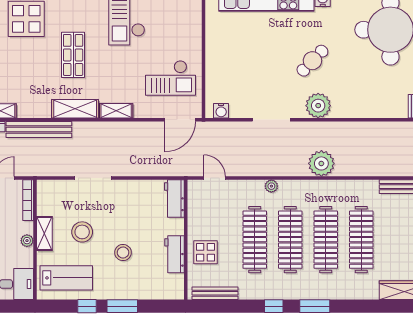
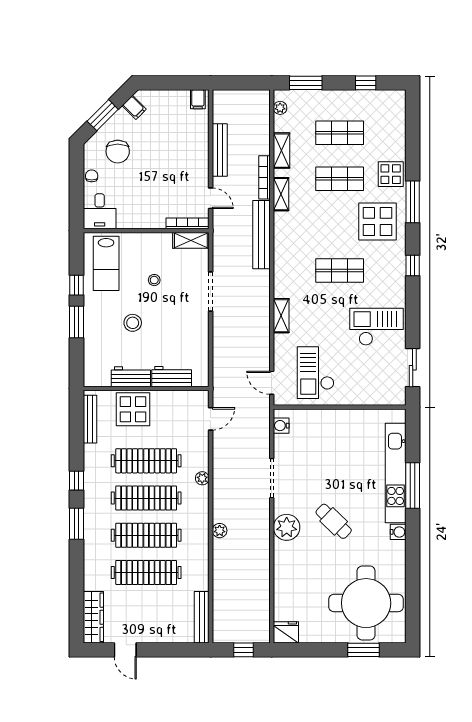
shelving: (75, 109) -> (283, 273), removed
door: (180, 120) -> (272, 383), width x0.73
plant: (321, 163) -> (220, 531), width x0.53, depth x0.53
workbench: (174, 199) -> (172, 377), moved
stool: (82, 232) -> (154, 280), width x0.53, depth x0.53
shelving: (44, 234) -> (191, 240), moved
plant: (27, 241) -> (145, 222), removed
display table: (205, 252) -> (133, 409), width x1.36, depth x1.36

